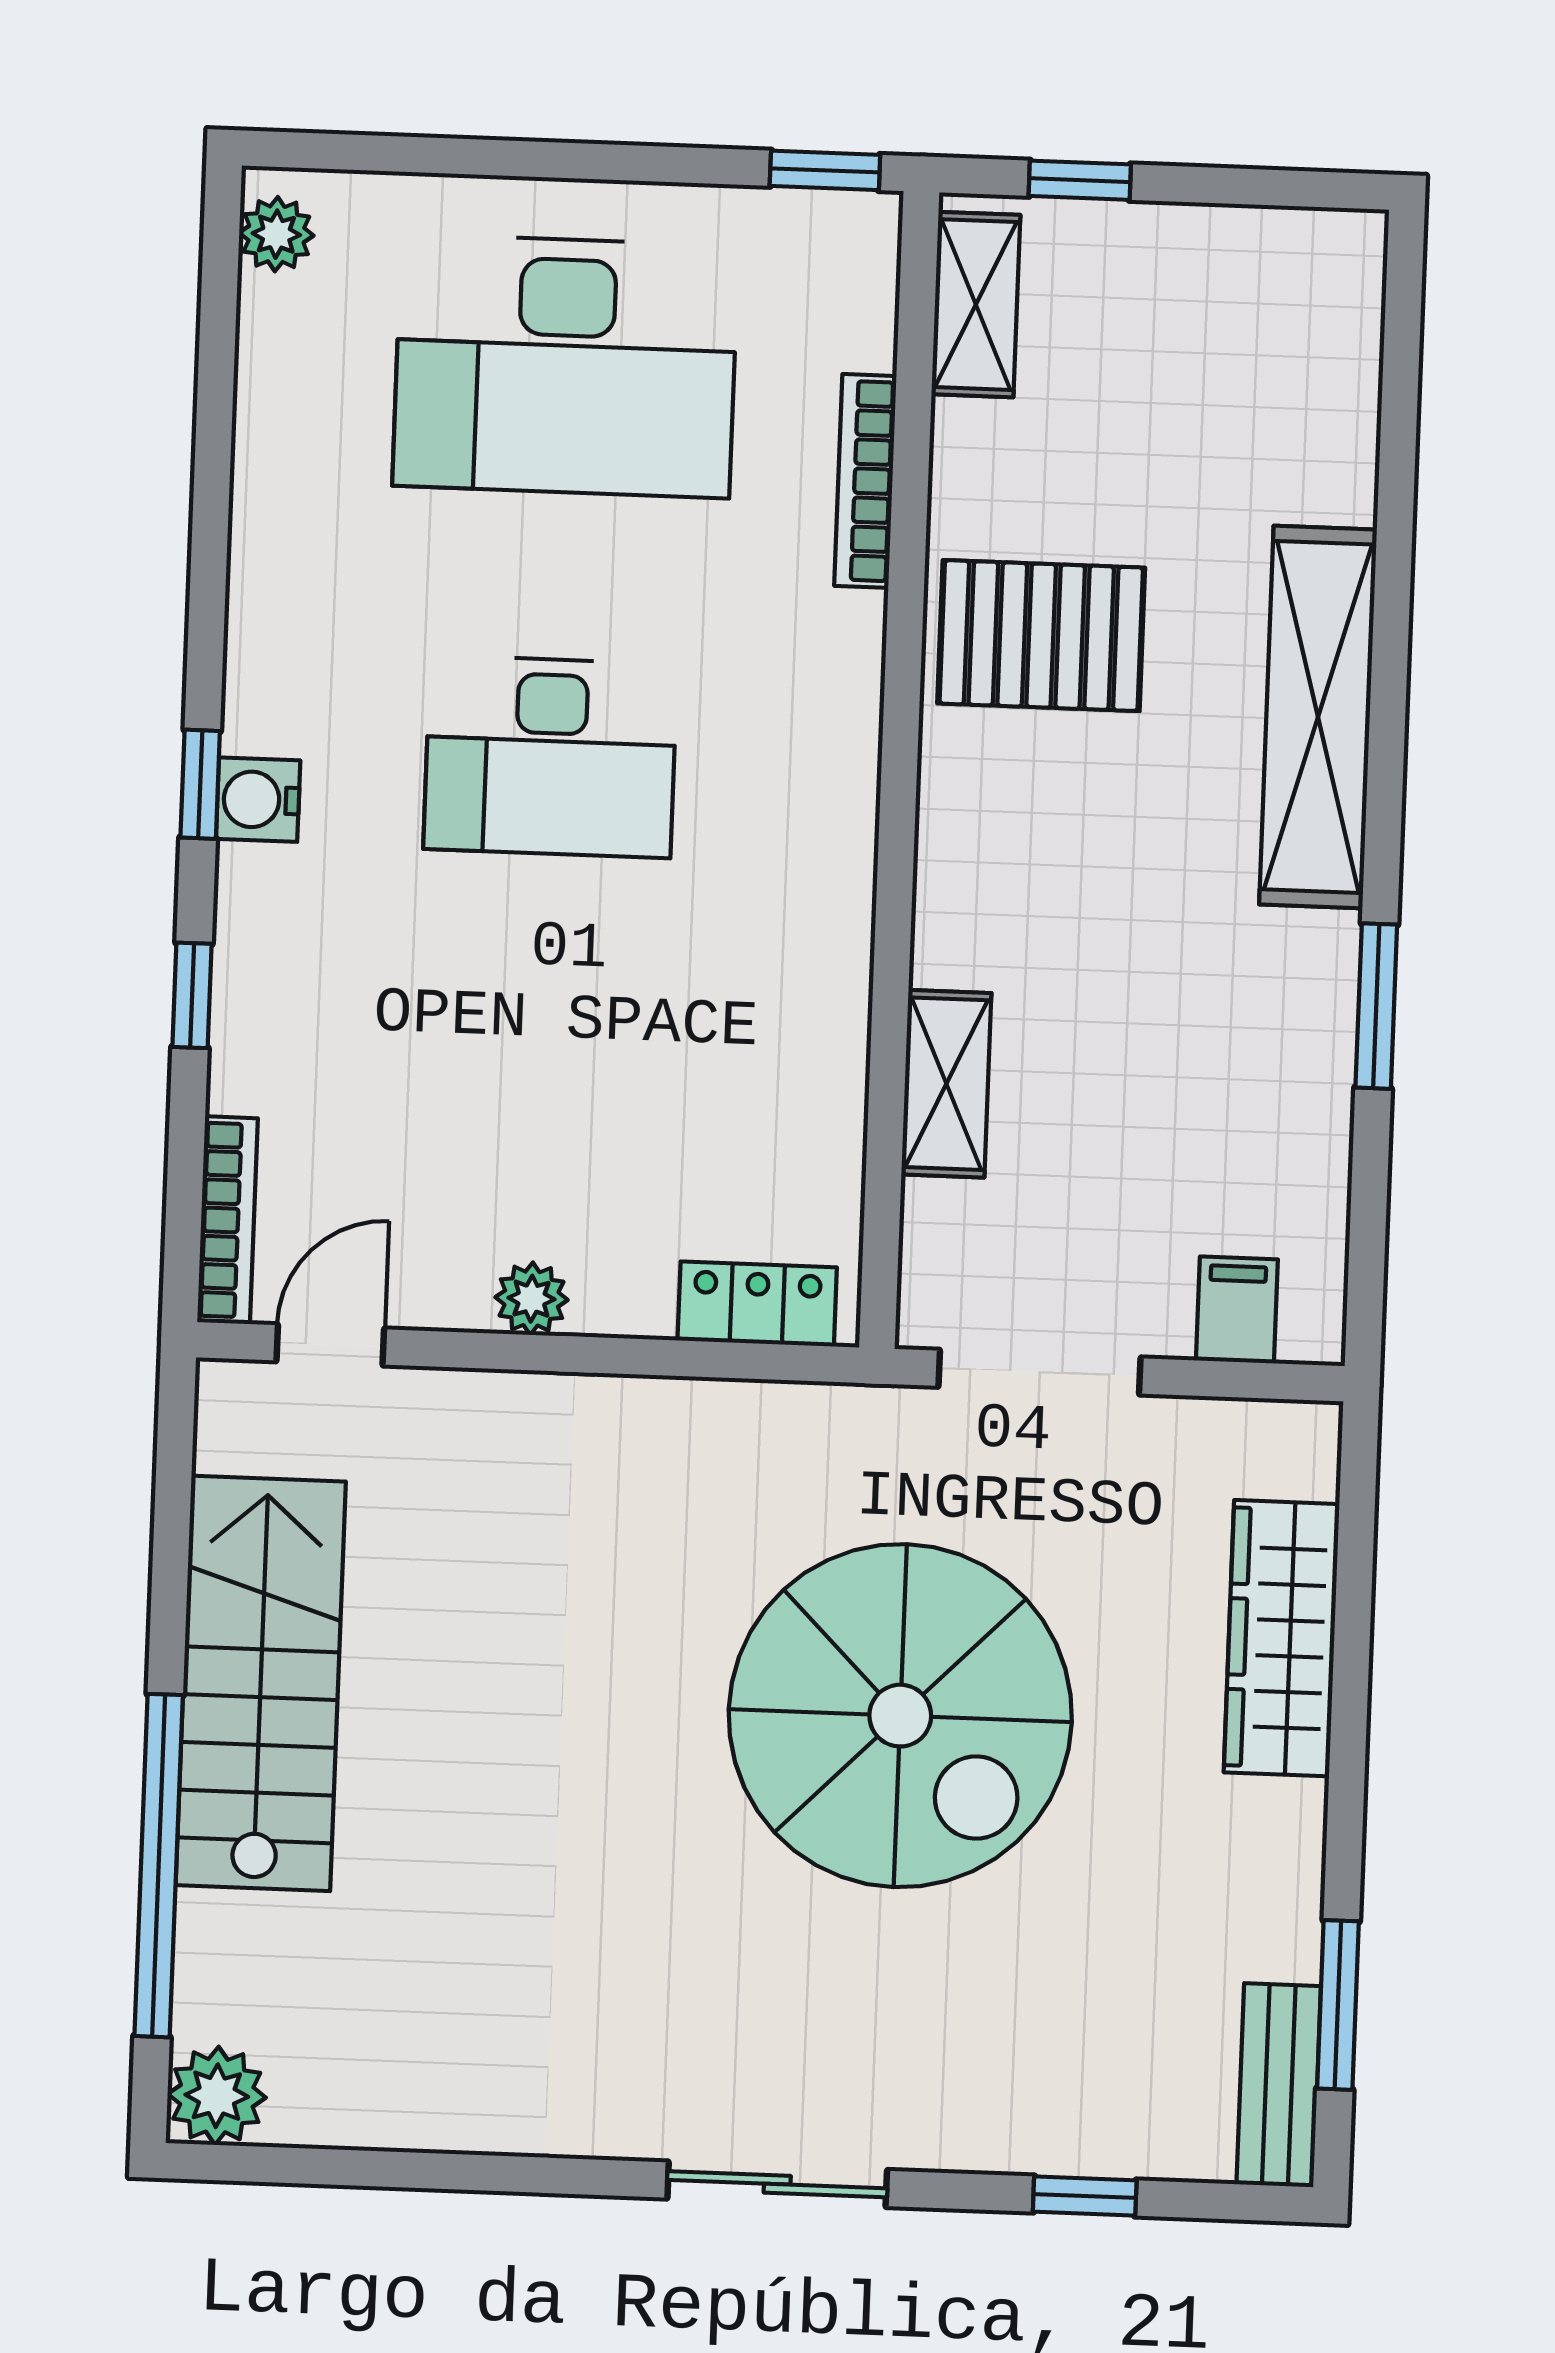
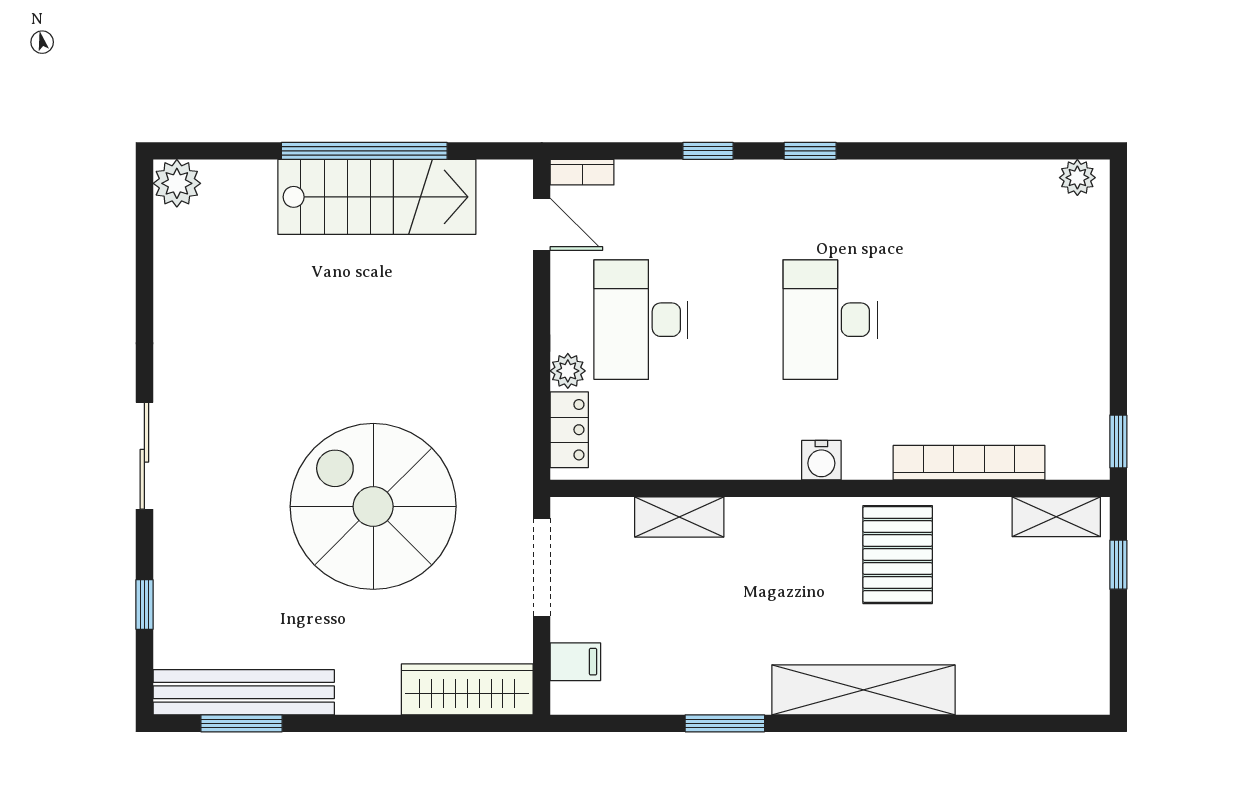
desk: (565, 366) -> (641, 320), moved, width x0.73, depth x0.77
bookcase: (865, 481) -> (969, 463), width x1.48, depth x1.31
water cooler: (258, 800) -> (821, 460), moved, turned 180
bookcase: (228, 1220) -> (582, 172), width x0.64
plant: (531, 1299) -> (568, 371), moved
wardrobe: (1282, 1638) -> (467, 689), moved
spiral stairs: (900, 1716) -> (373, 506), turned 90
window: (159, 1866) -> (364, 151), moved
bench: (1279, 2085) -> (244, 692), width x1.86, depth x1.21

